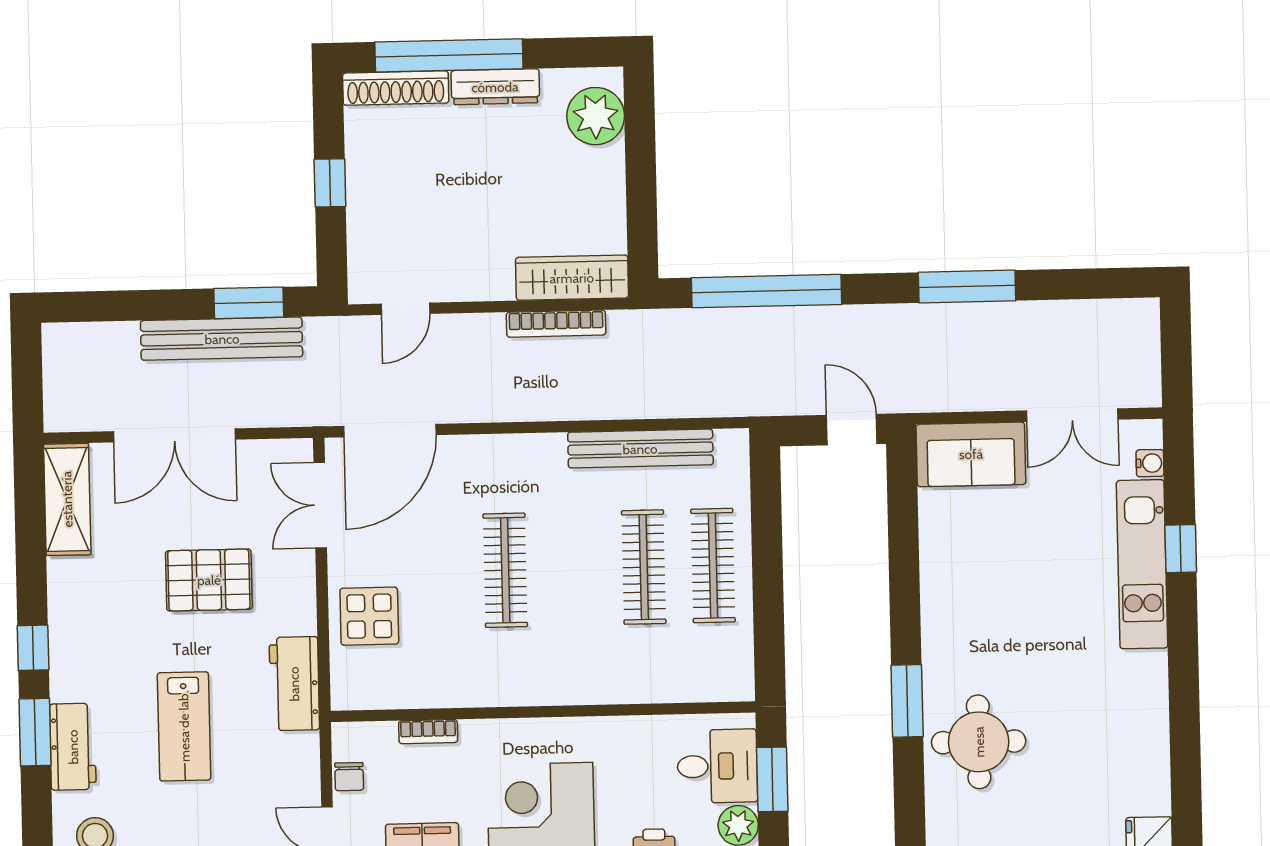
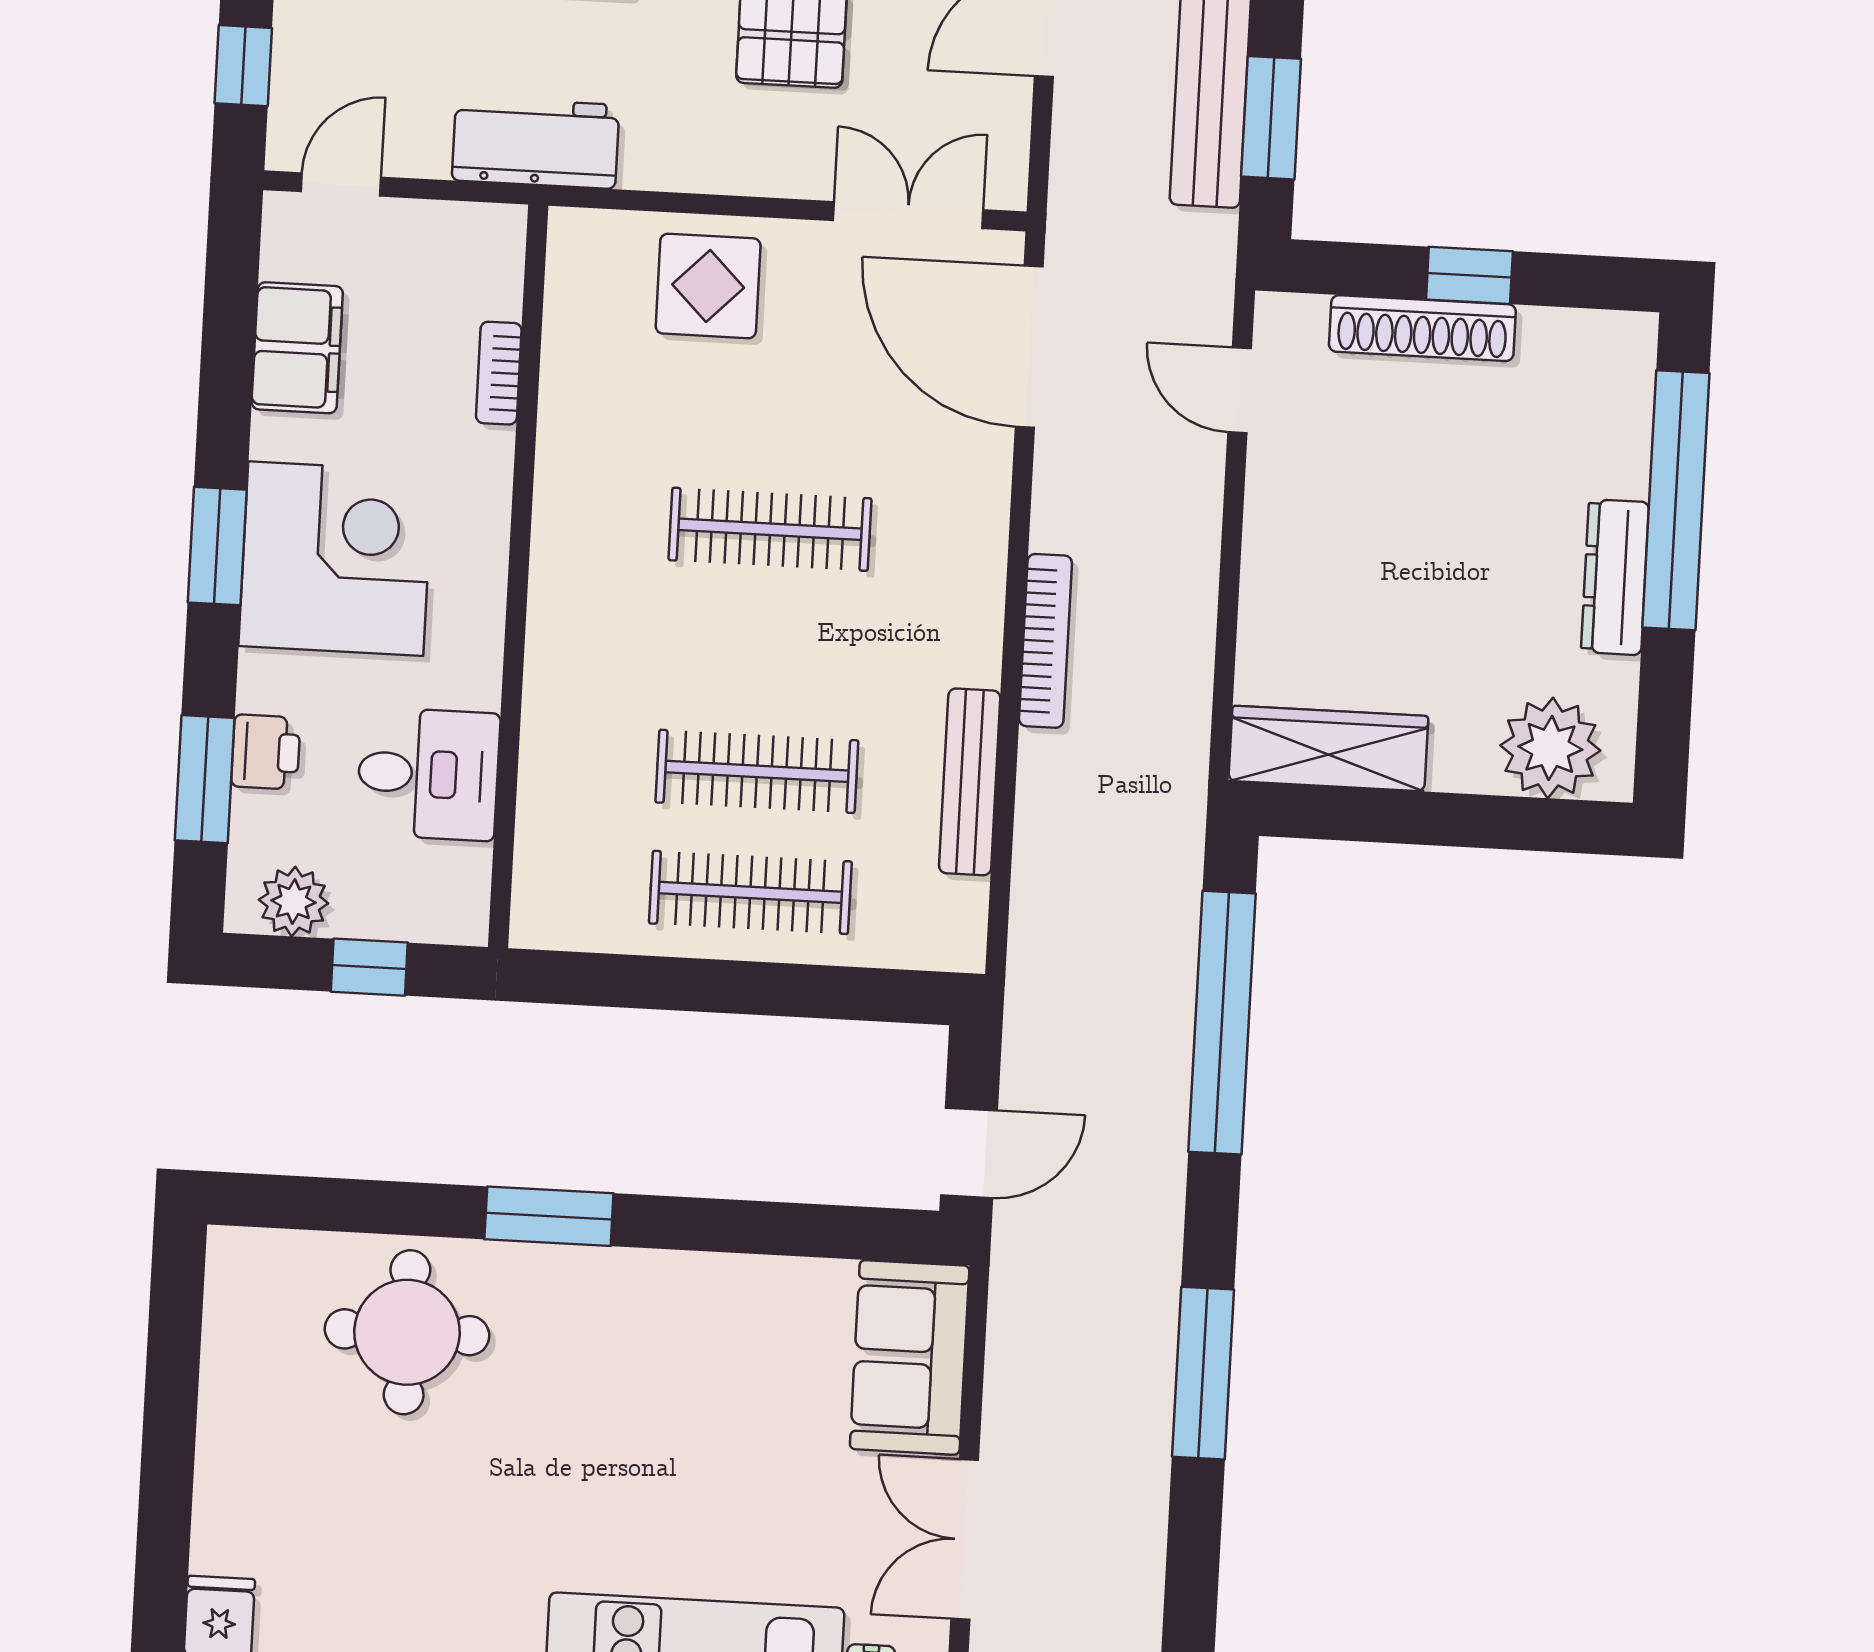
shoe rack: (396, 88) -> (1422, 328), moved, turned -90
wardrobe: (572, 278) -> (1328, 748), moved, turned -90
bookcase: (556, 324) -> (1045, 641), moved, turned 180
bench: (640, 449) -> (970, 782), width x0.73, depth x0.82
workbench: (294, 684) -> (536, 143), moved
window: (907, 701) -> (549, 1216), moved
desk: (717, 766) -> (428, 774), moved, turned -90
chair: (349, 777) -> (431, 229), removed
window: (772, 779) -> (369, 967), width x0.67

